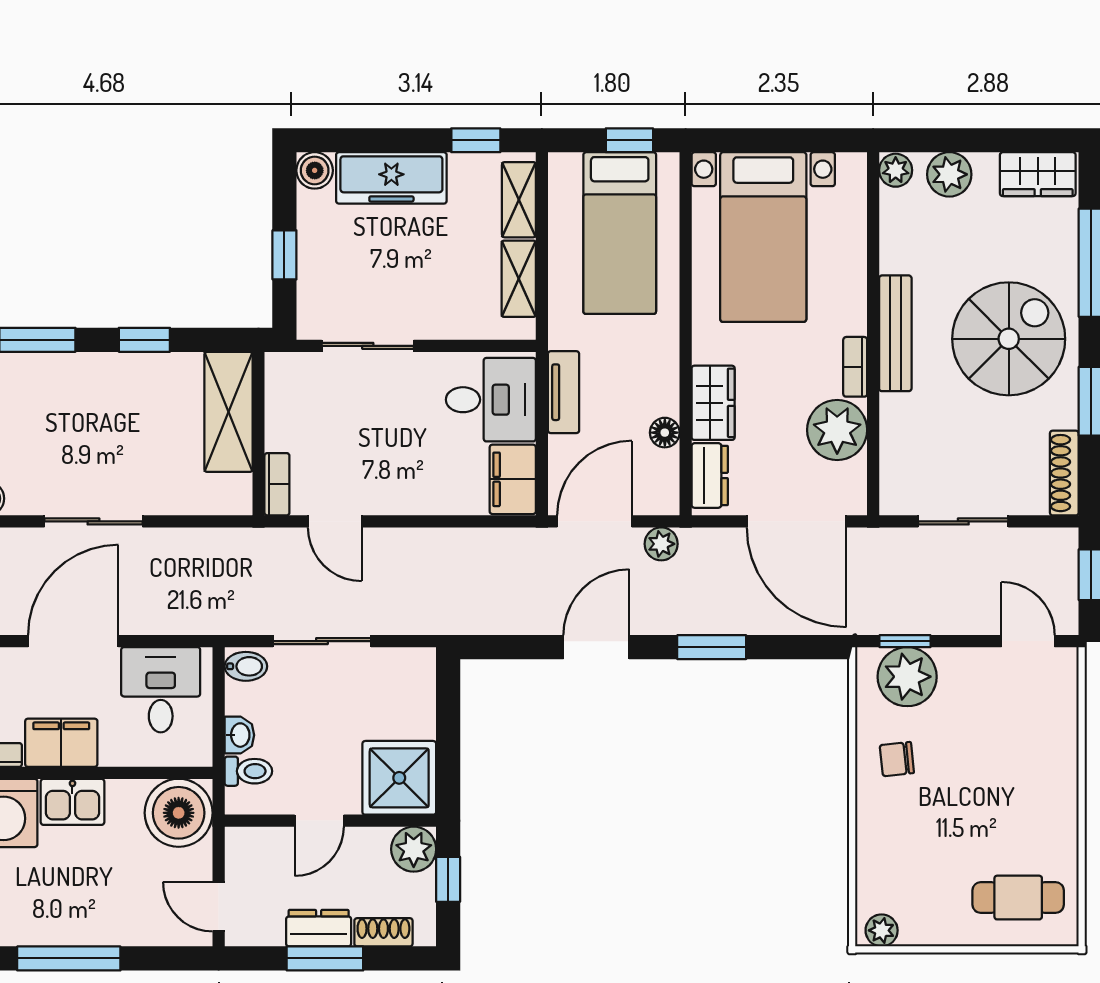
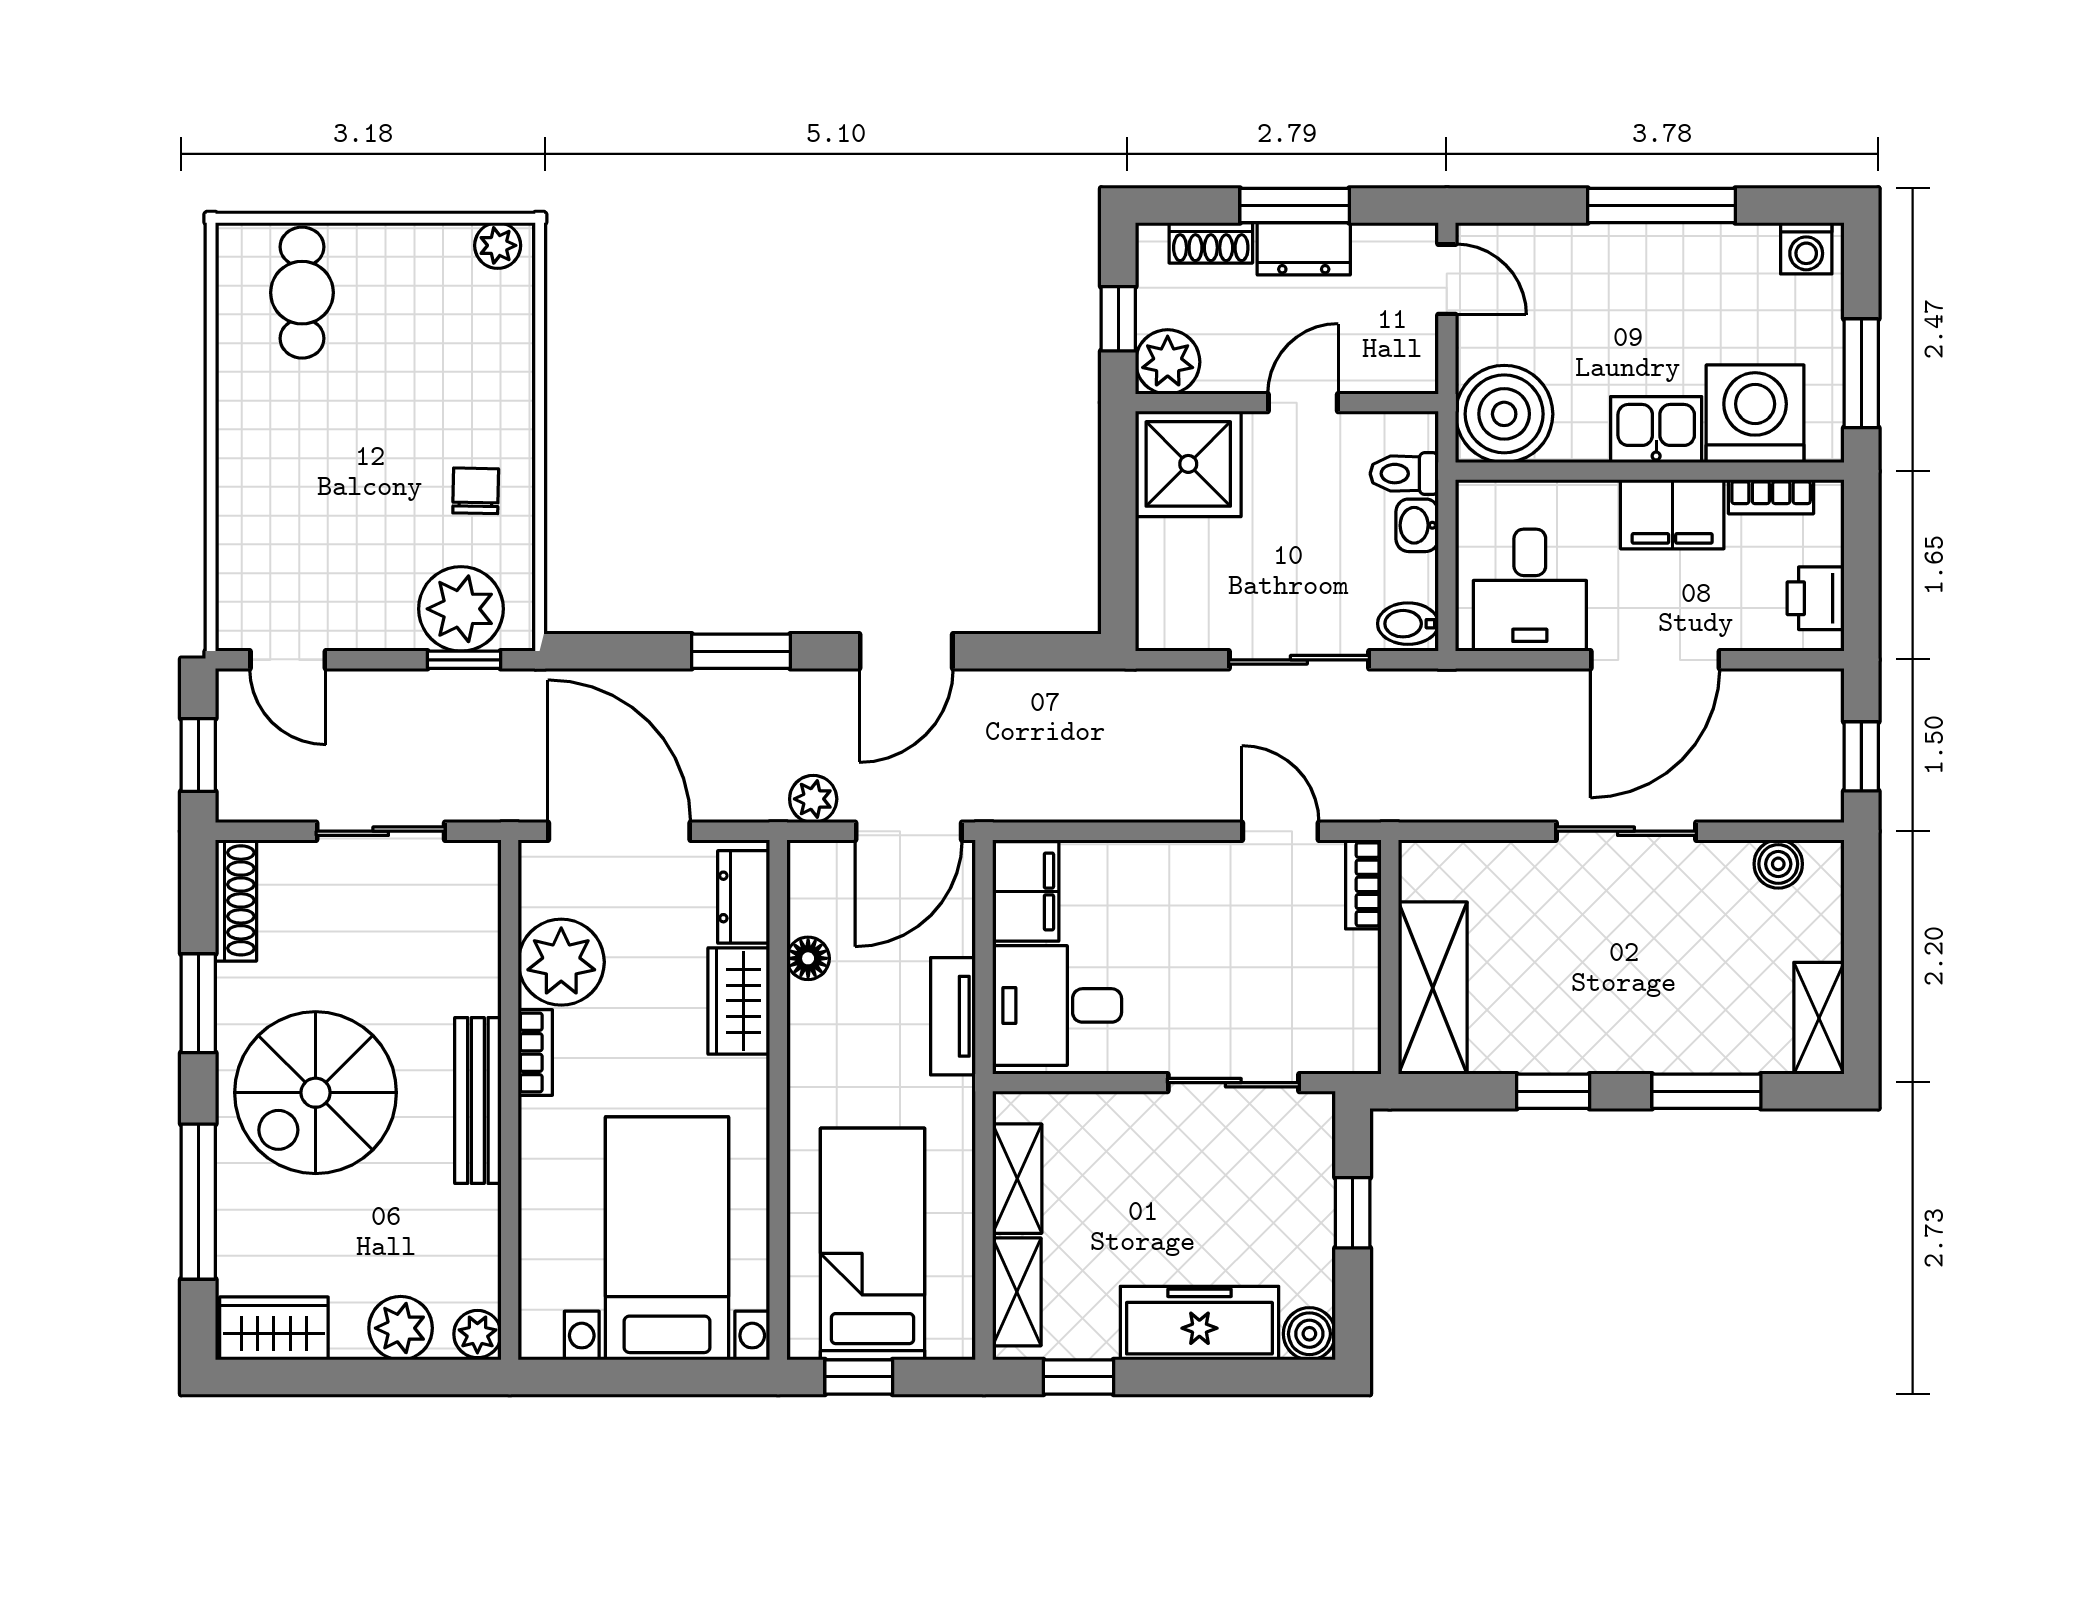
chair: (897, 759) -> (476, 491), turned -83
cafe table: (1018, 898) -> (302, 293), turned 90

